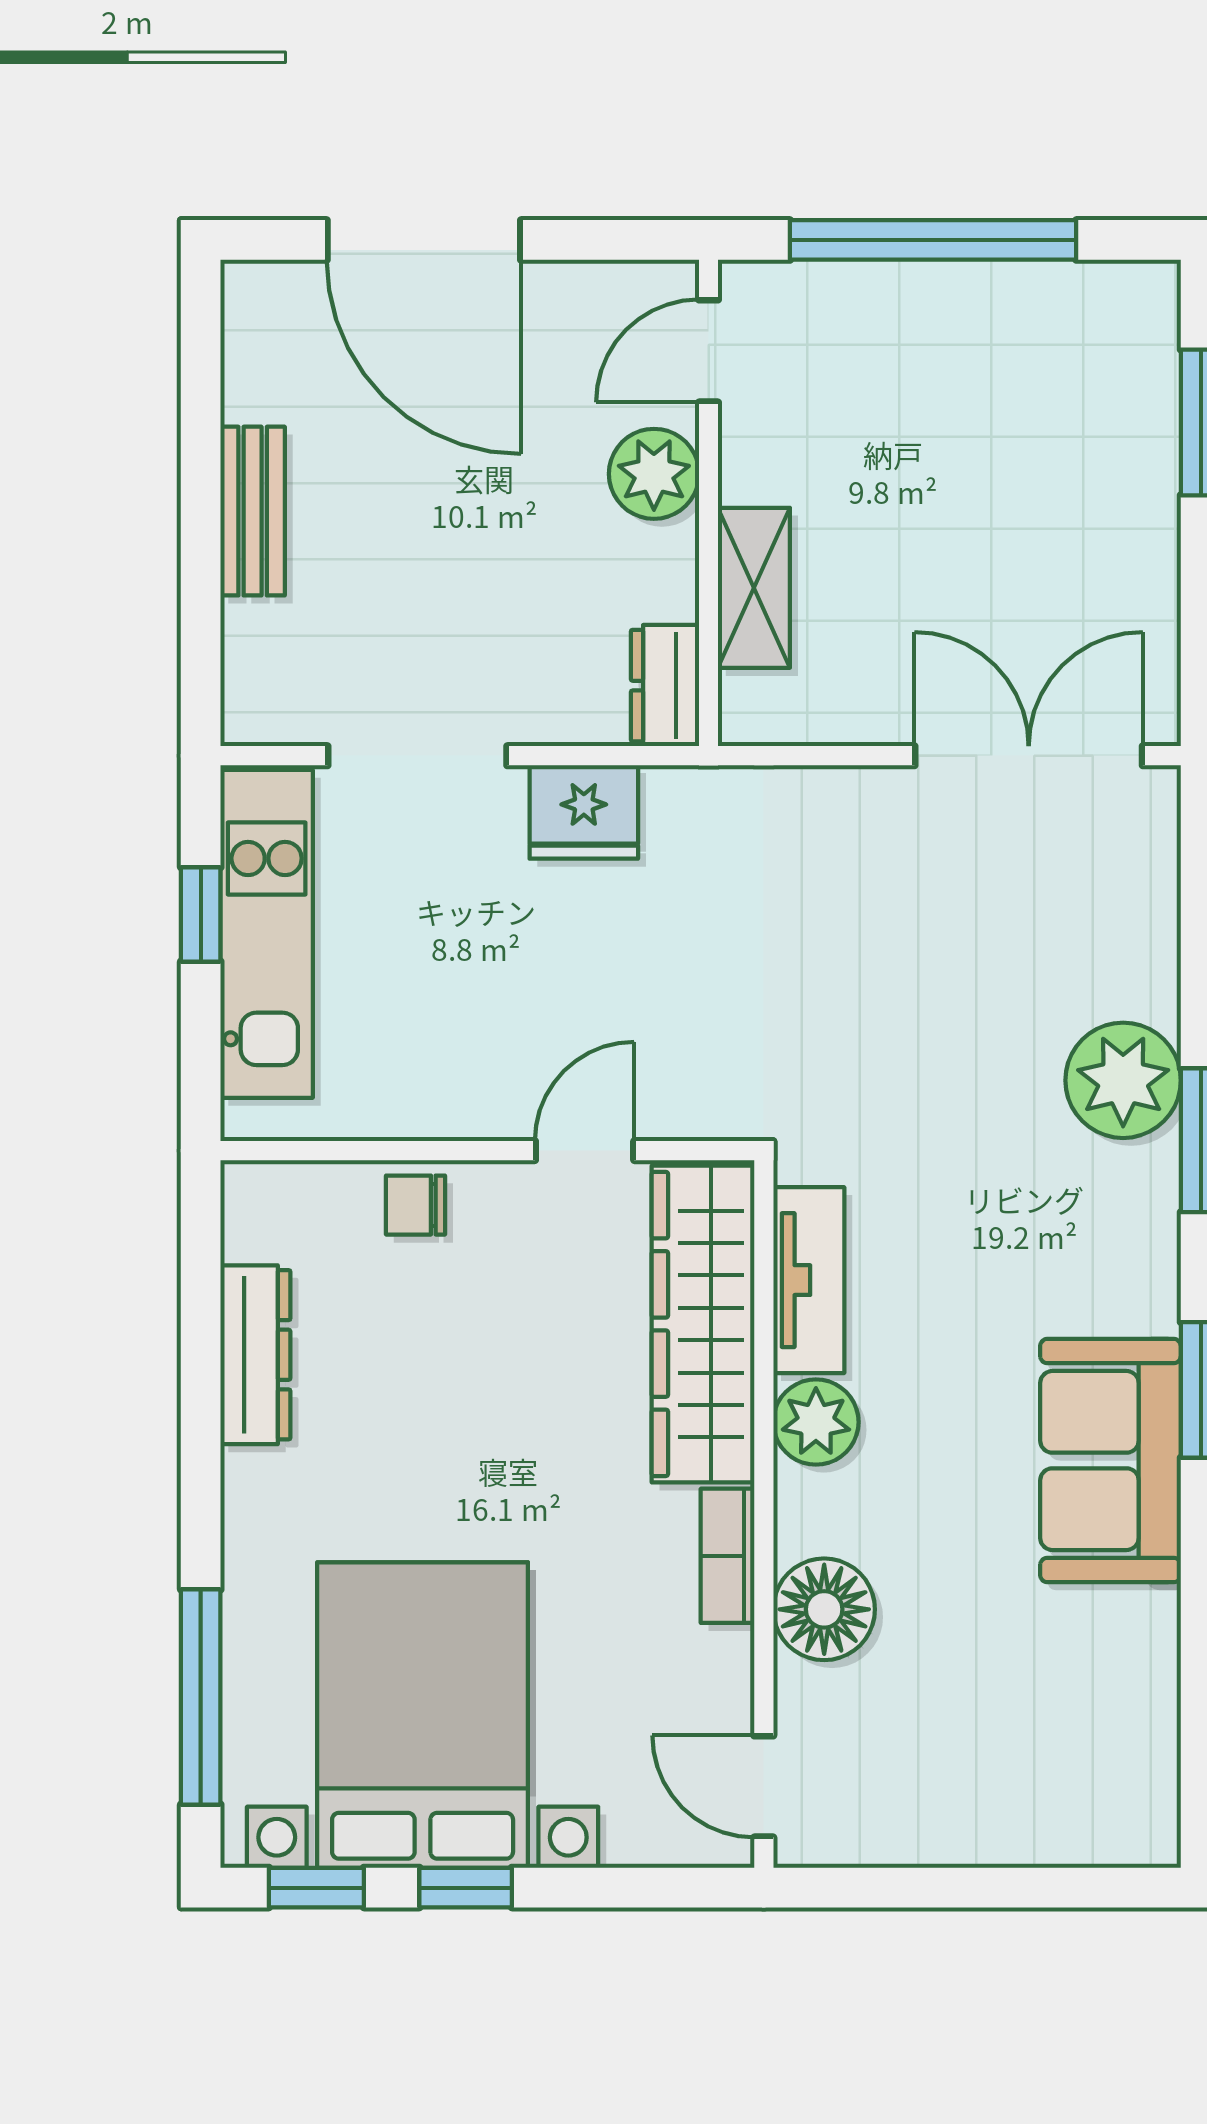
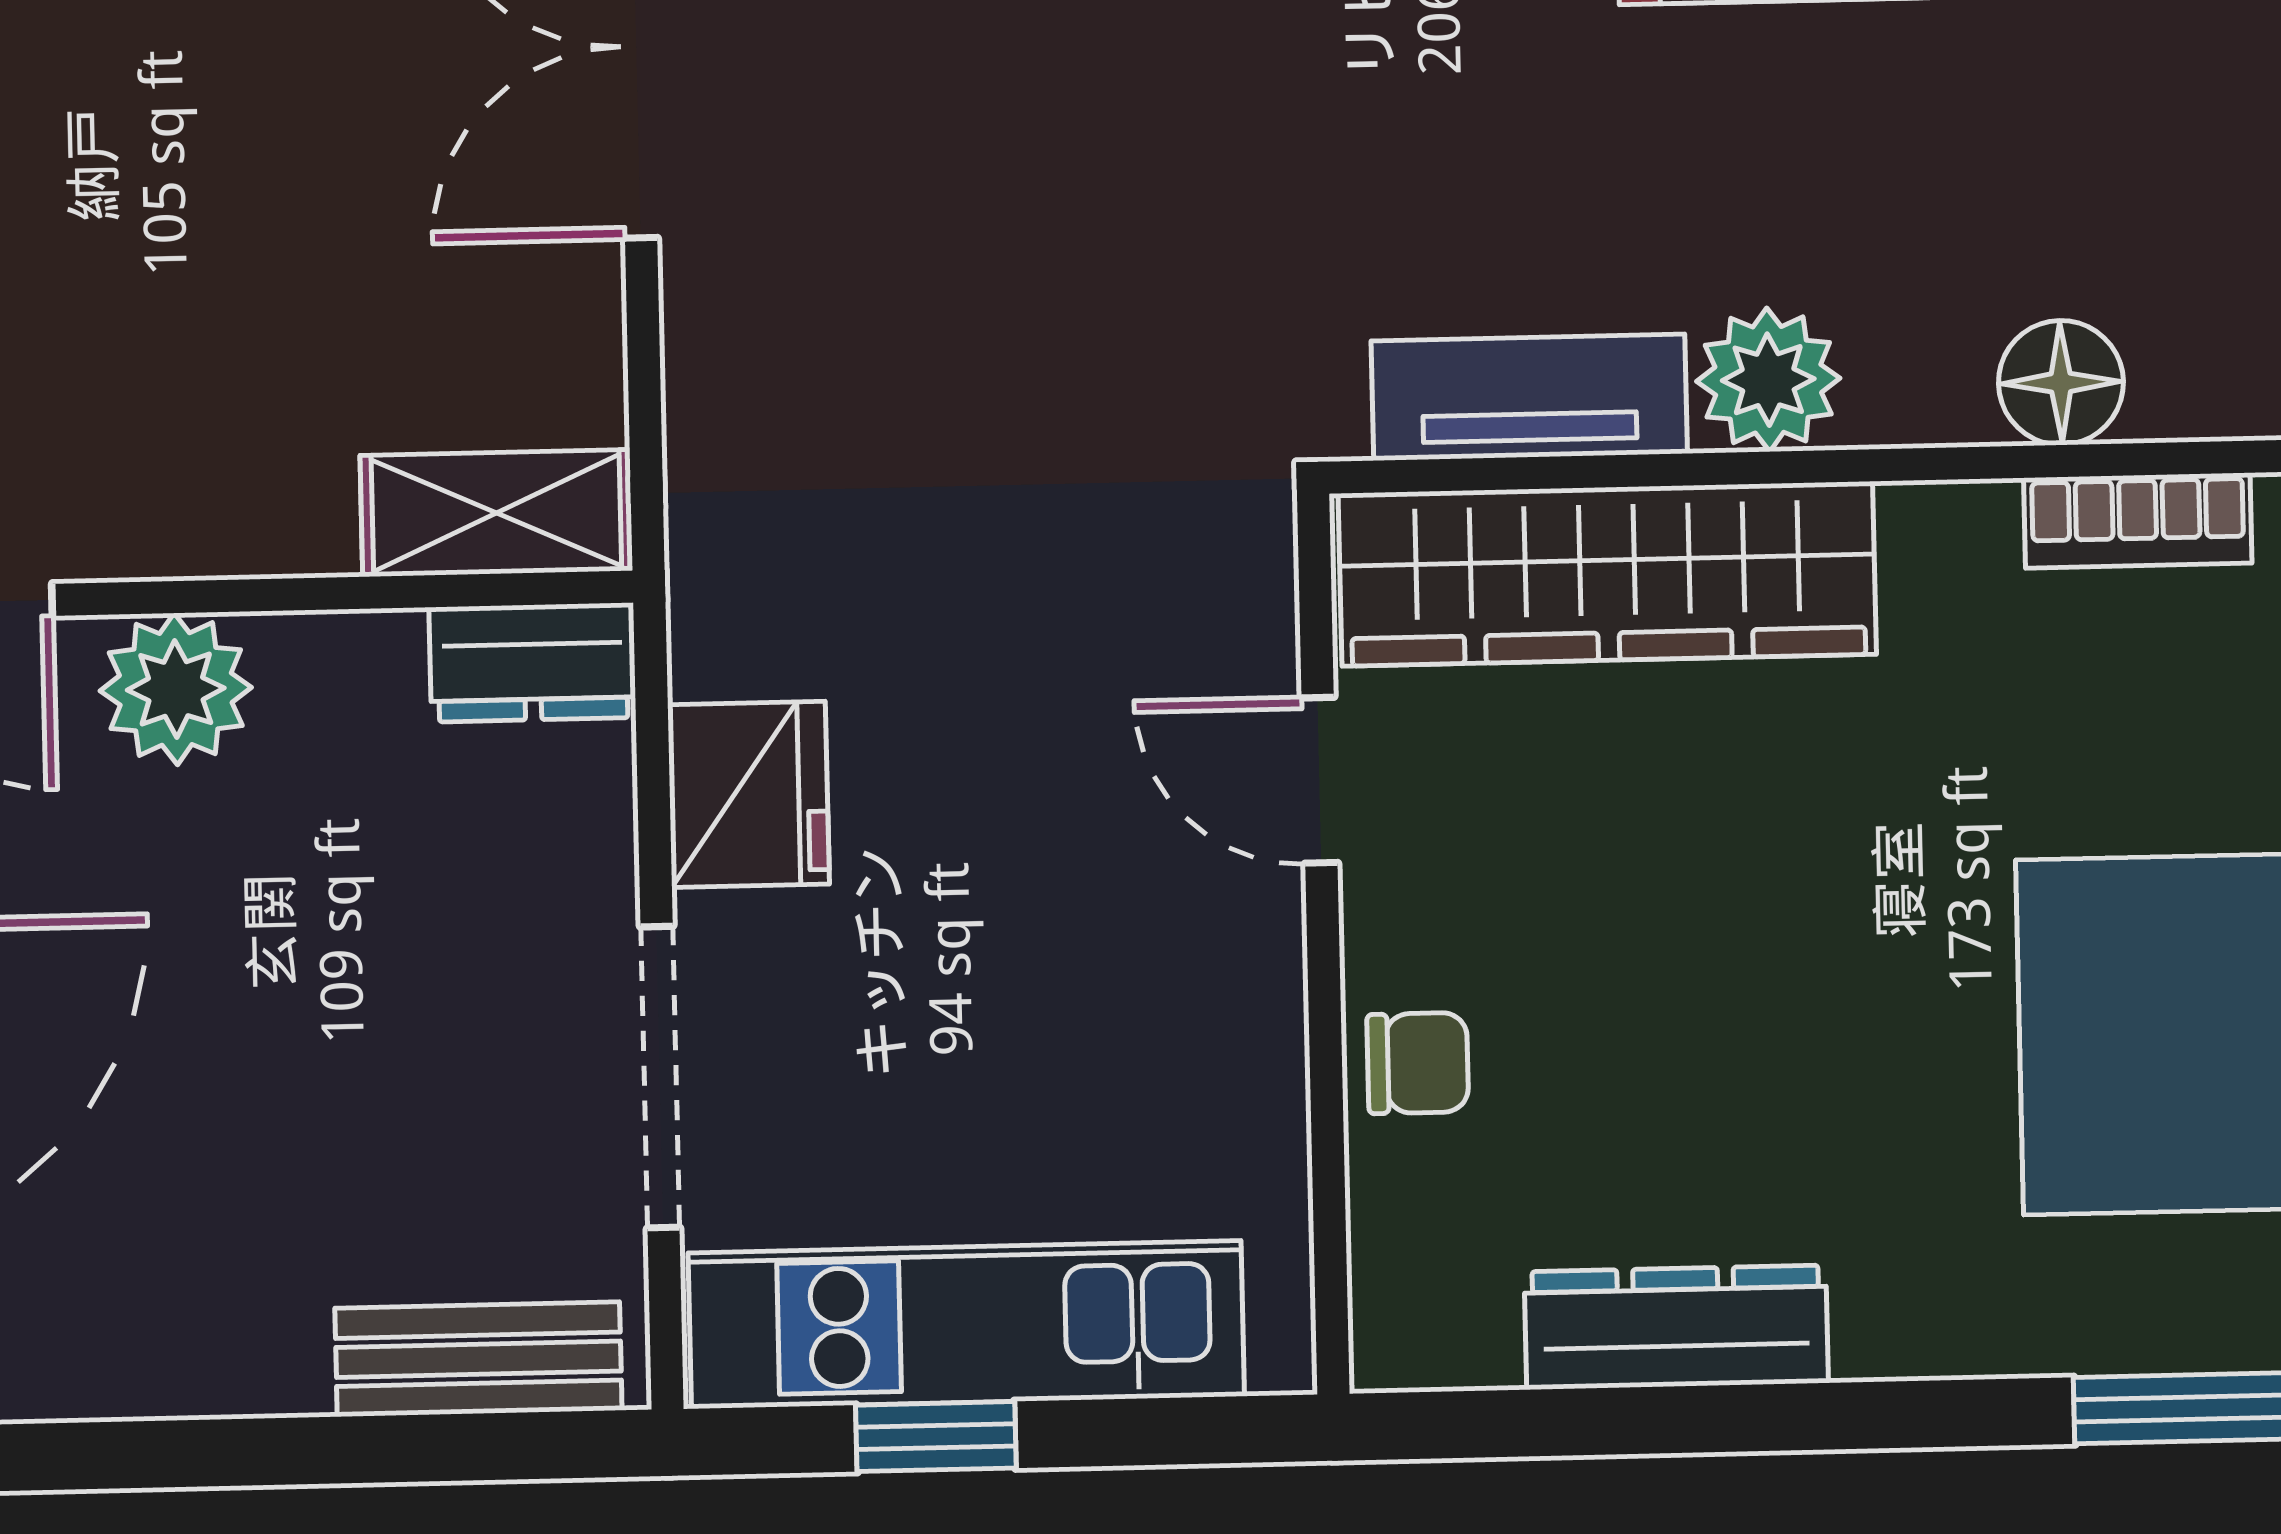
bench: (253, 511) -> (478, 1359), moved
shelving: (754, 588) -> (496, 513), moved
chair: (416, 1205) -> (1418, 1063), turned -90
bookcase: (727, 1556) -> (2138, 521), moved
floor lamp: (824, 1609) -> (2061, 383), width x0.73, depth x0.73

